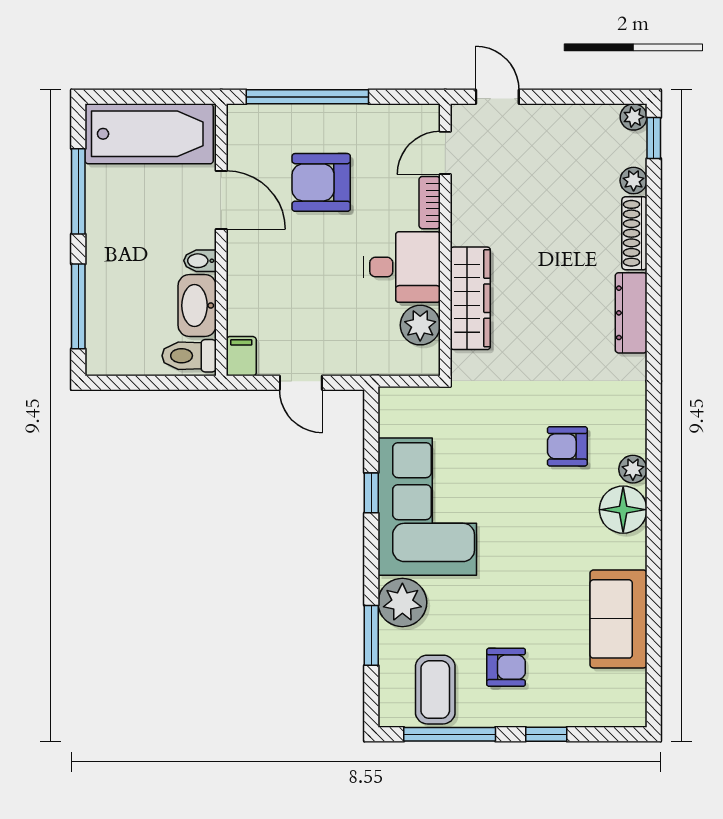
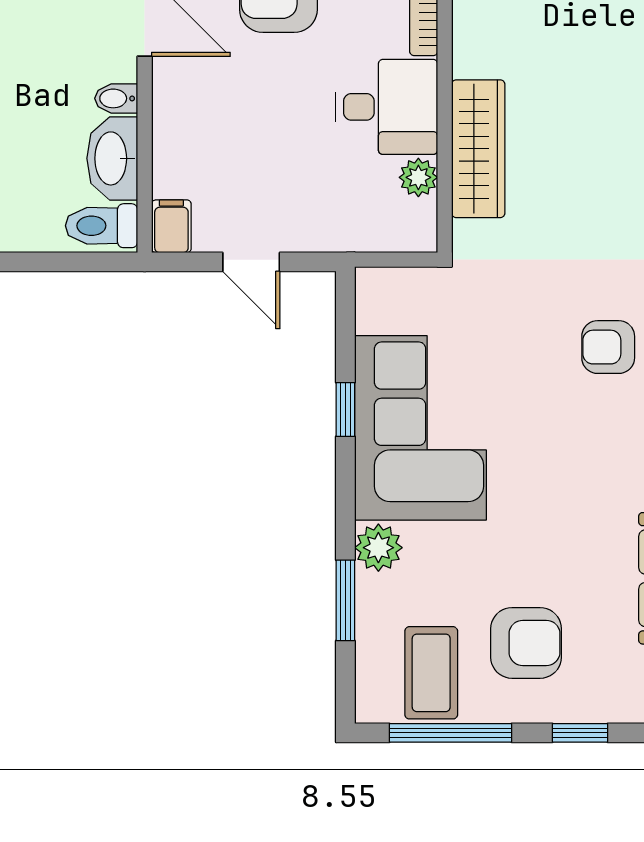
plant: (420, 325) -> (418, 177), width x0.73, depth x0.73
plant: (402, 602) -> (378, 548), width x0.73, depth x0.73
armchair: (506, 667) -> (526, 643), width x1.38, depth x1.38

